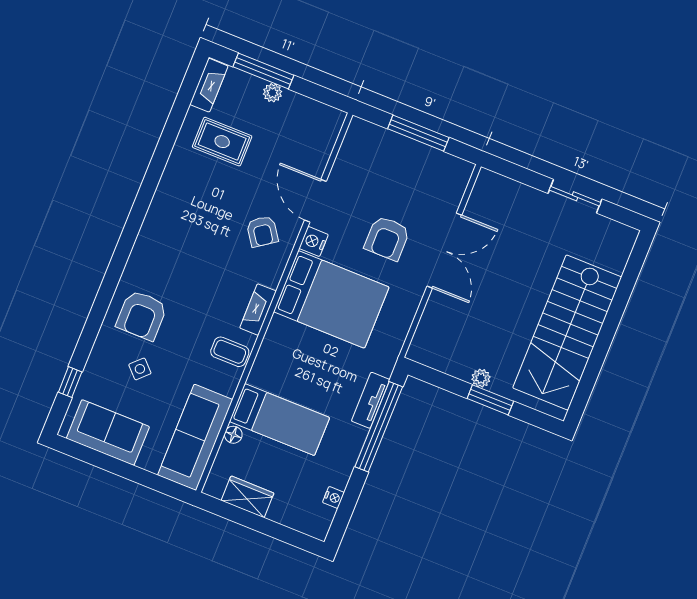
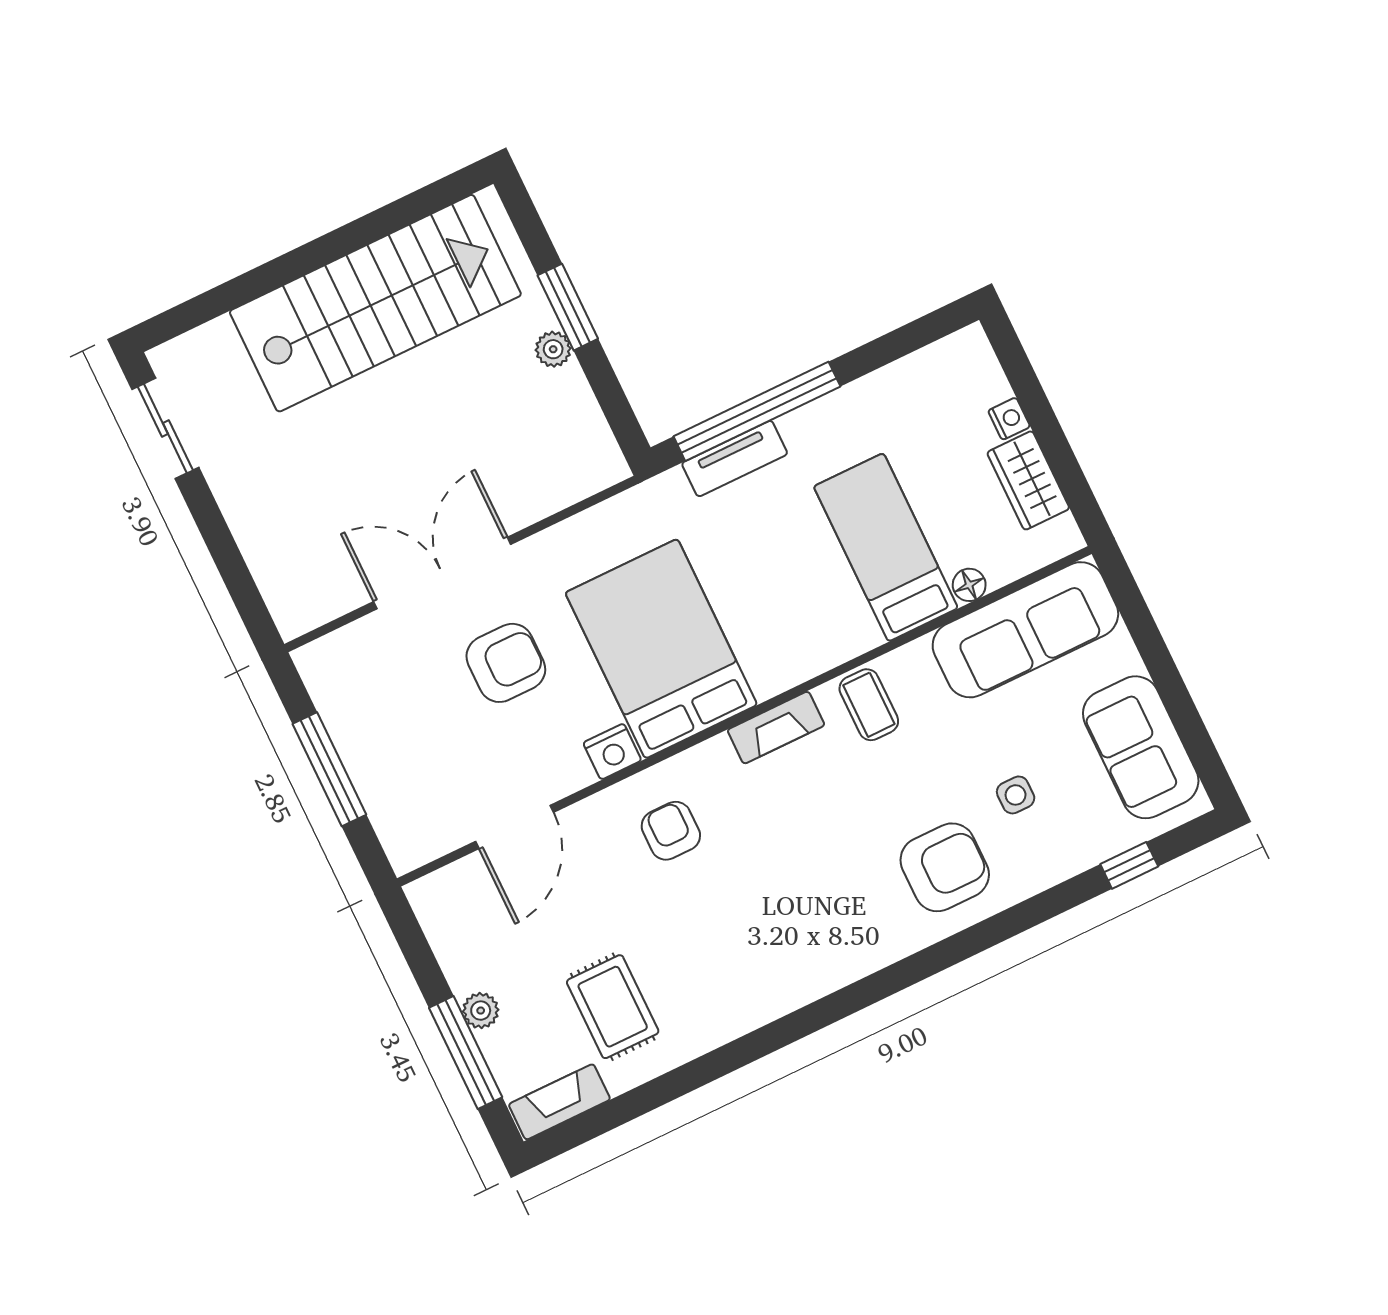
sliding door: (575, 196) -> (165, 428), moved
door: (315, 201) -> (514, 827), moved
armchair: (262, 231) -> (671, 831), turned -55
side table: (140, 369) -> (1016, 795), turned 45
nightstand: (333, 497) -> (1009, 419), moved, turned 90

